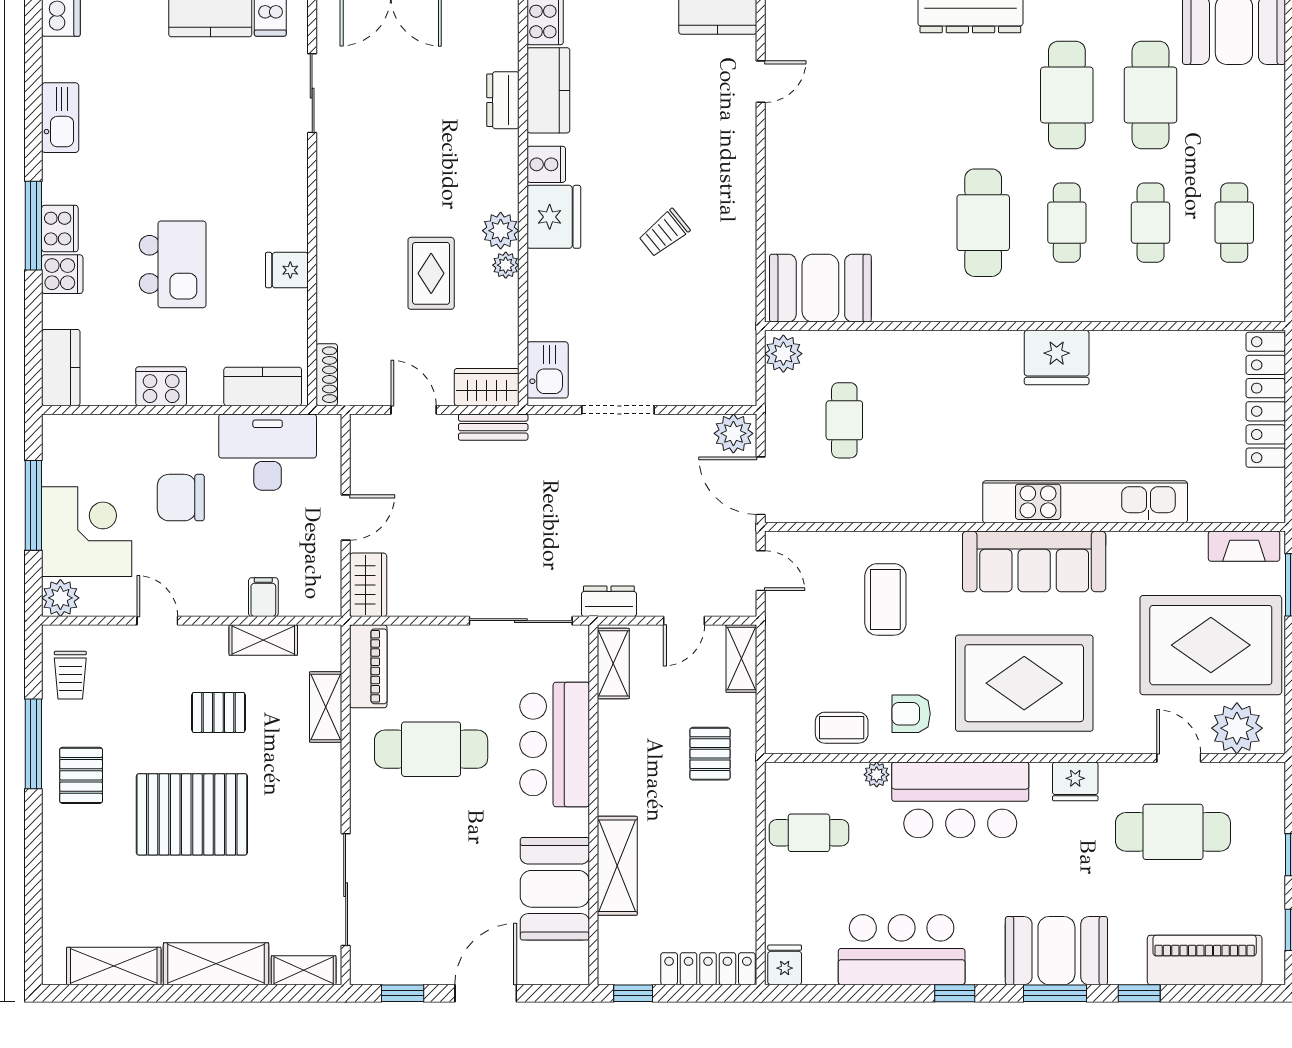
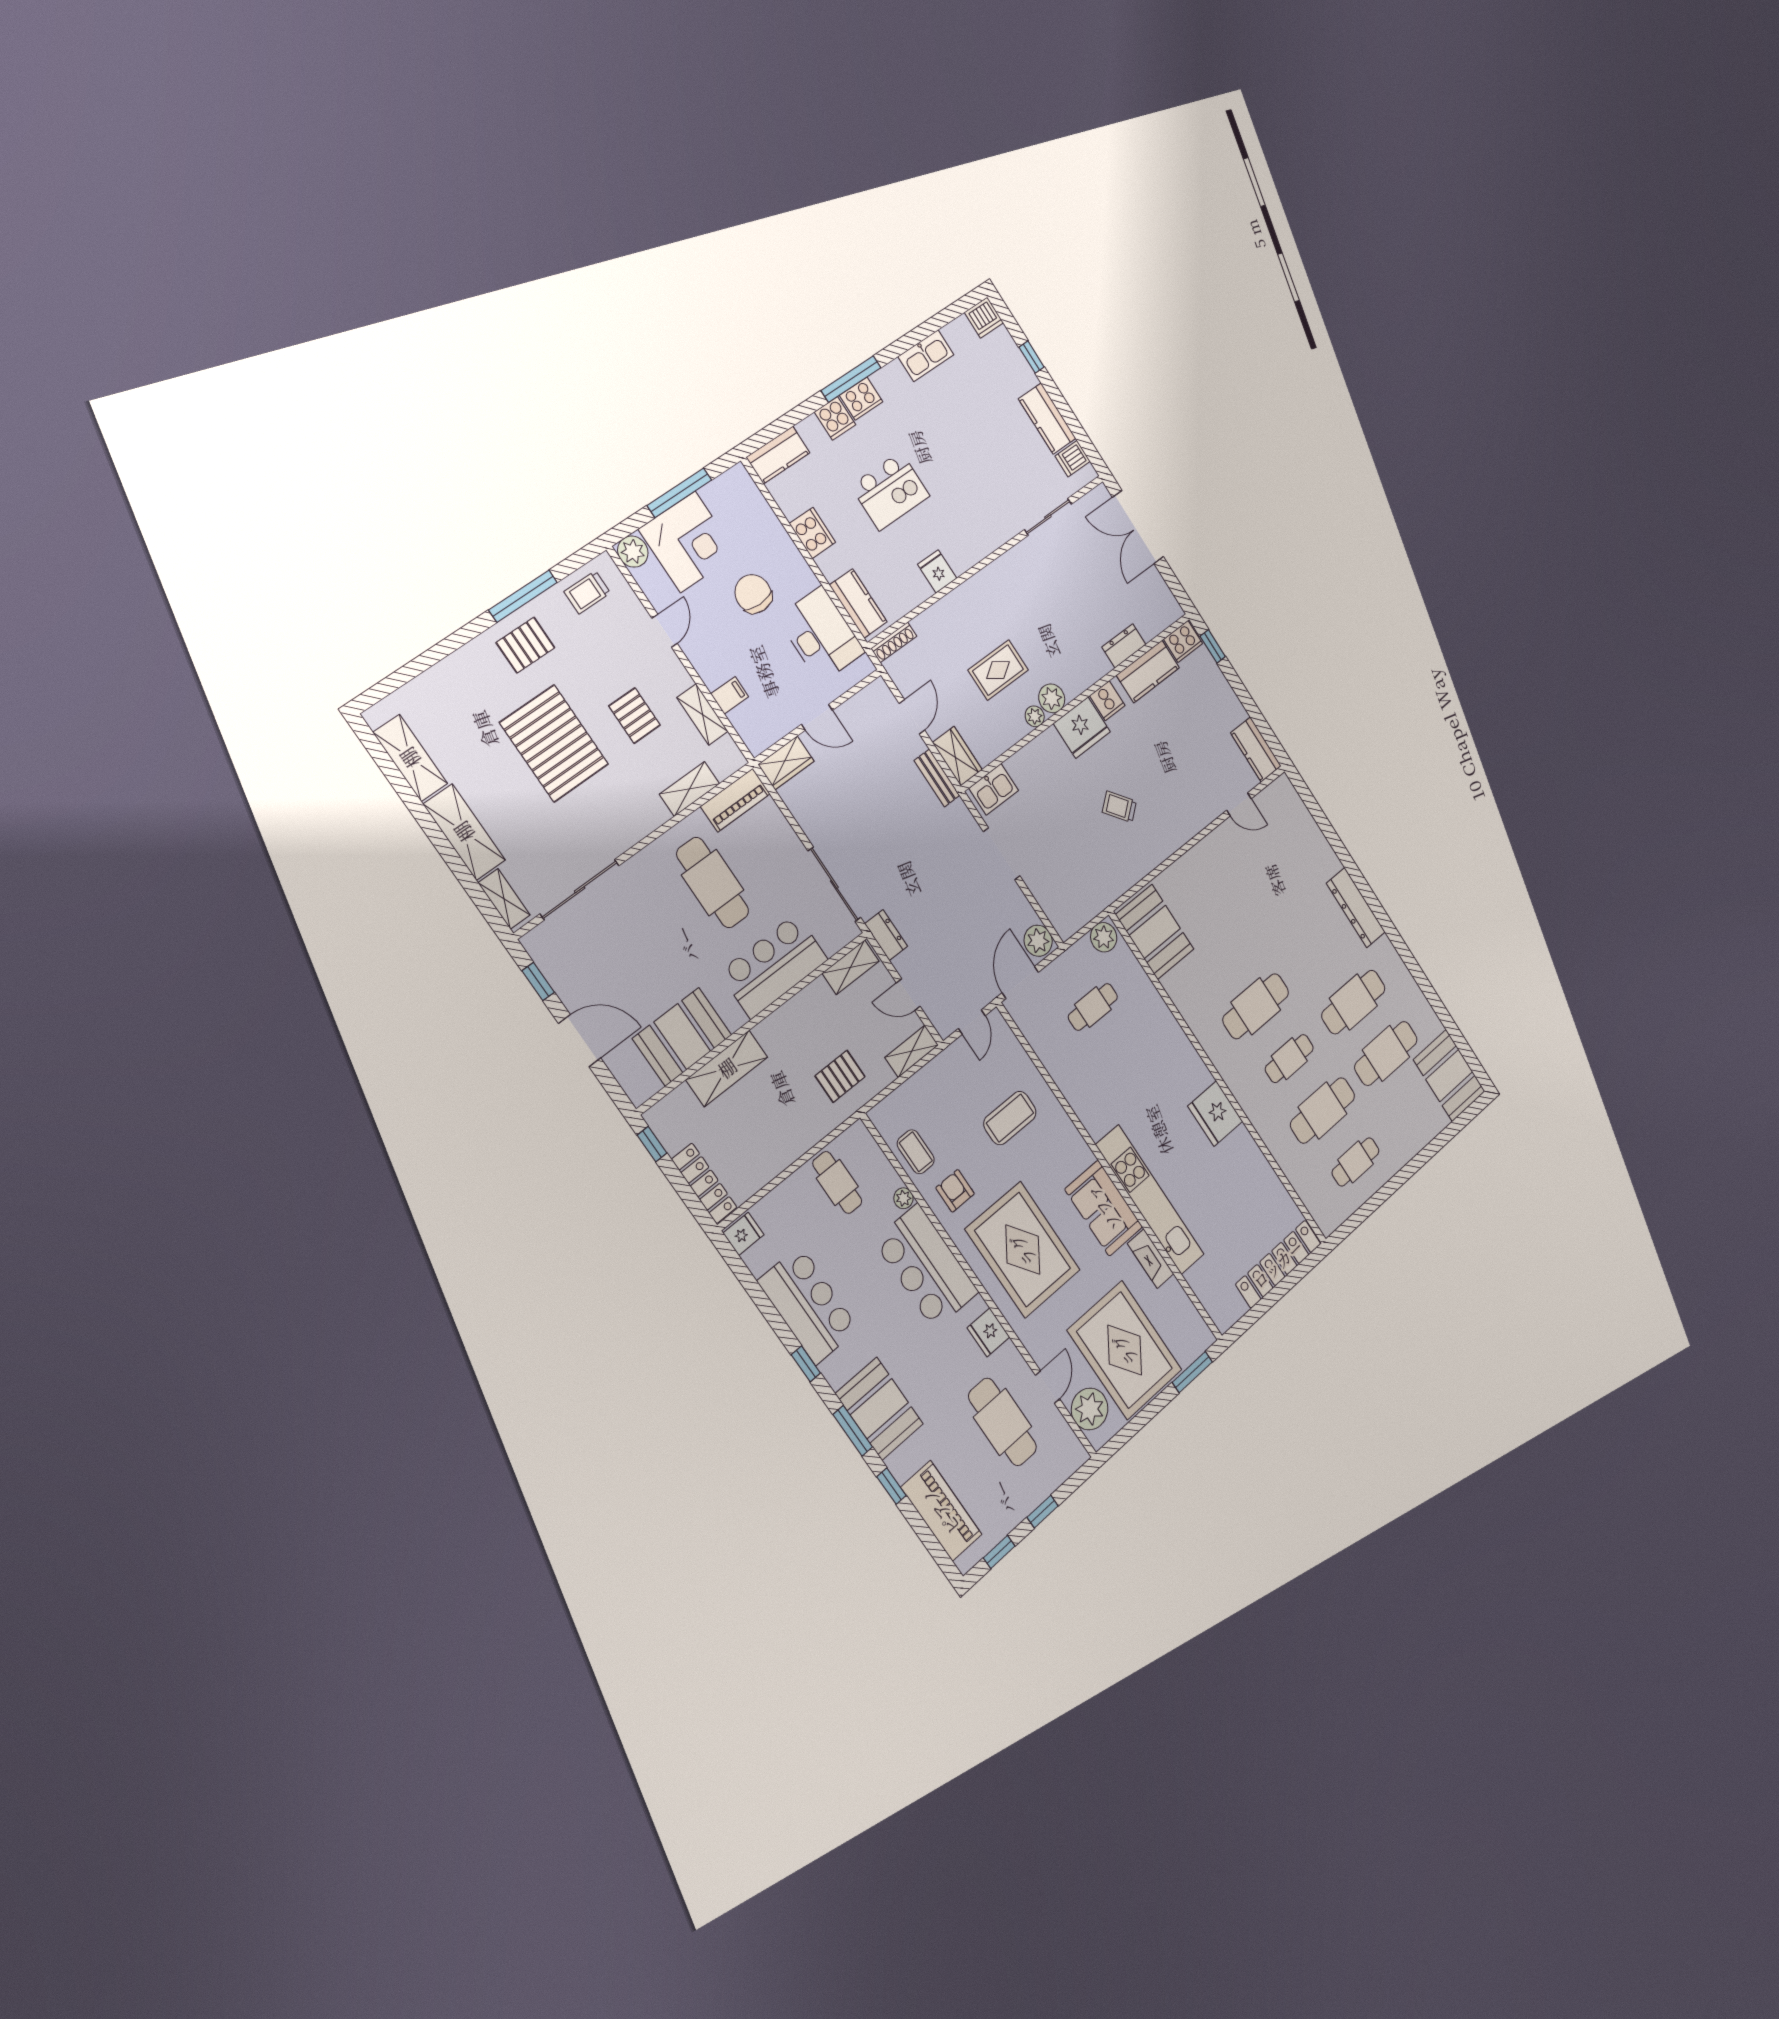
cafe table: (1151, 223) -> (1323, 1110), width x1.37, depth x1.35
fireplace: (1244, 546) -> (1151, 1259), moved
sofa: (1034, 561) -> (1104, 1208), width x0.73

